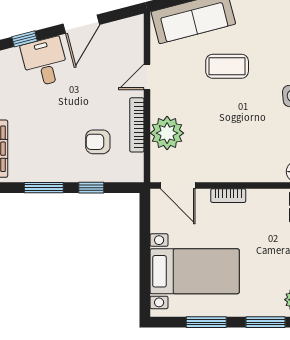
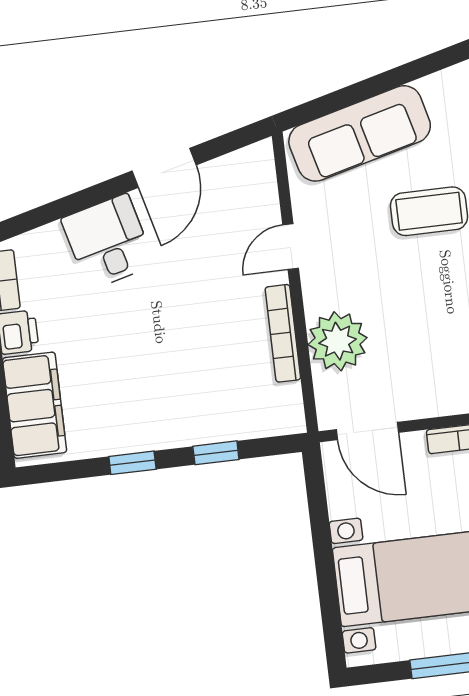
window: (25, 39) -> (68, 206), removed
armchair: (98, 142) -> (218, 371), removed
window: (44, 188) -> (132, 463), width x0.67

